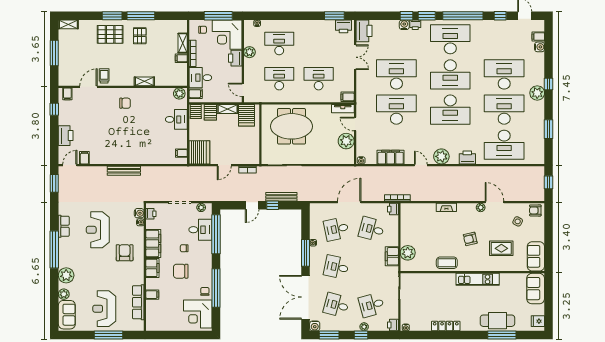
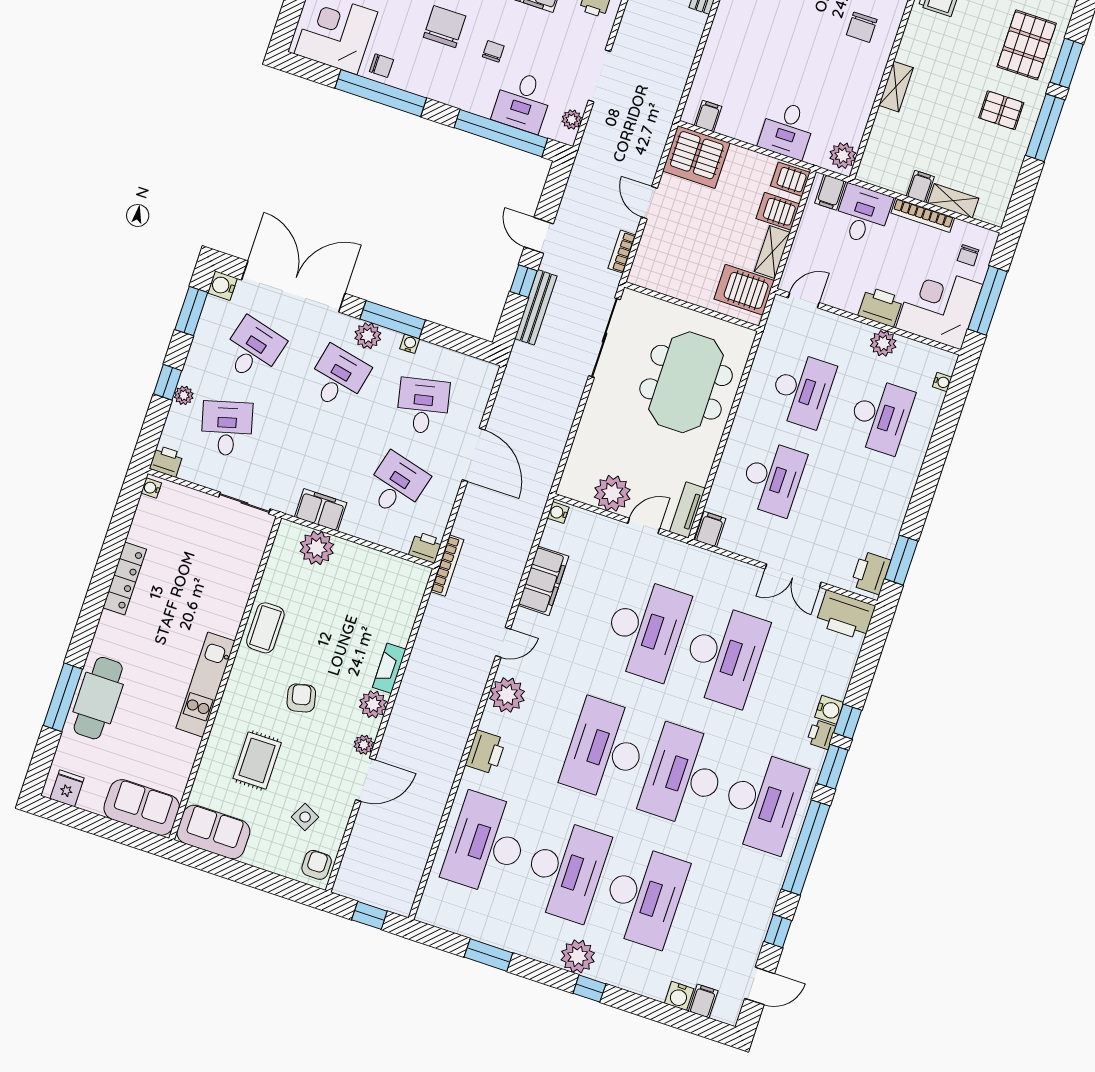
plant: (463, 209) -> (373, 704), added
plant: (315, 261) -> (368, 336), added

